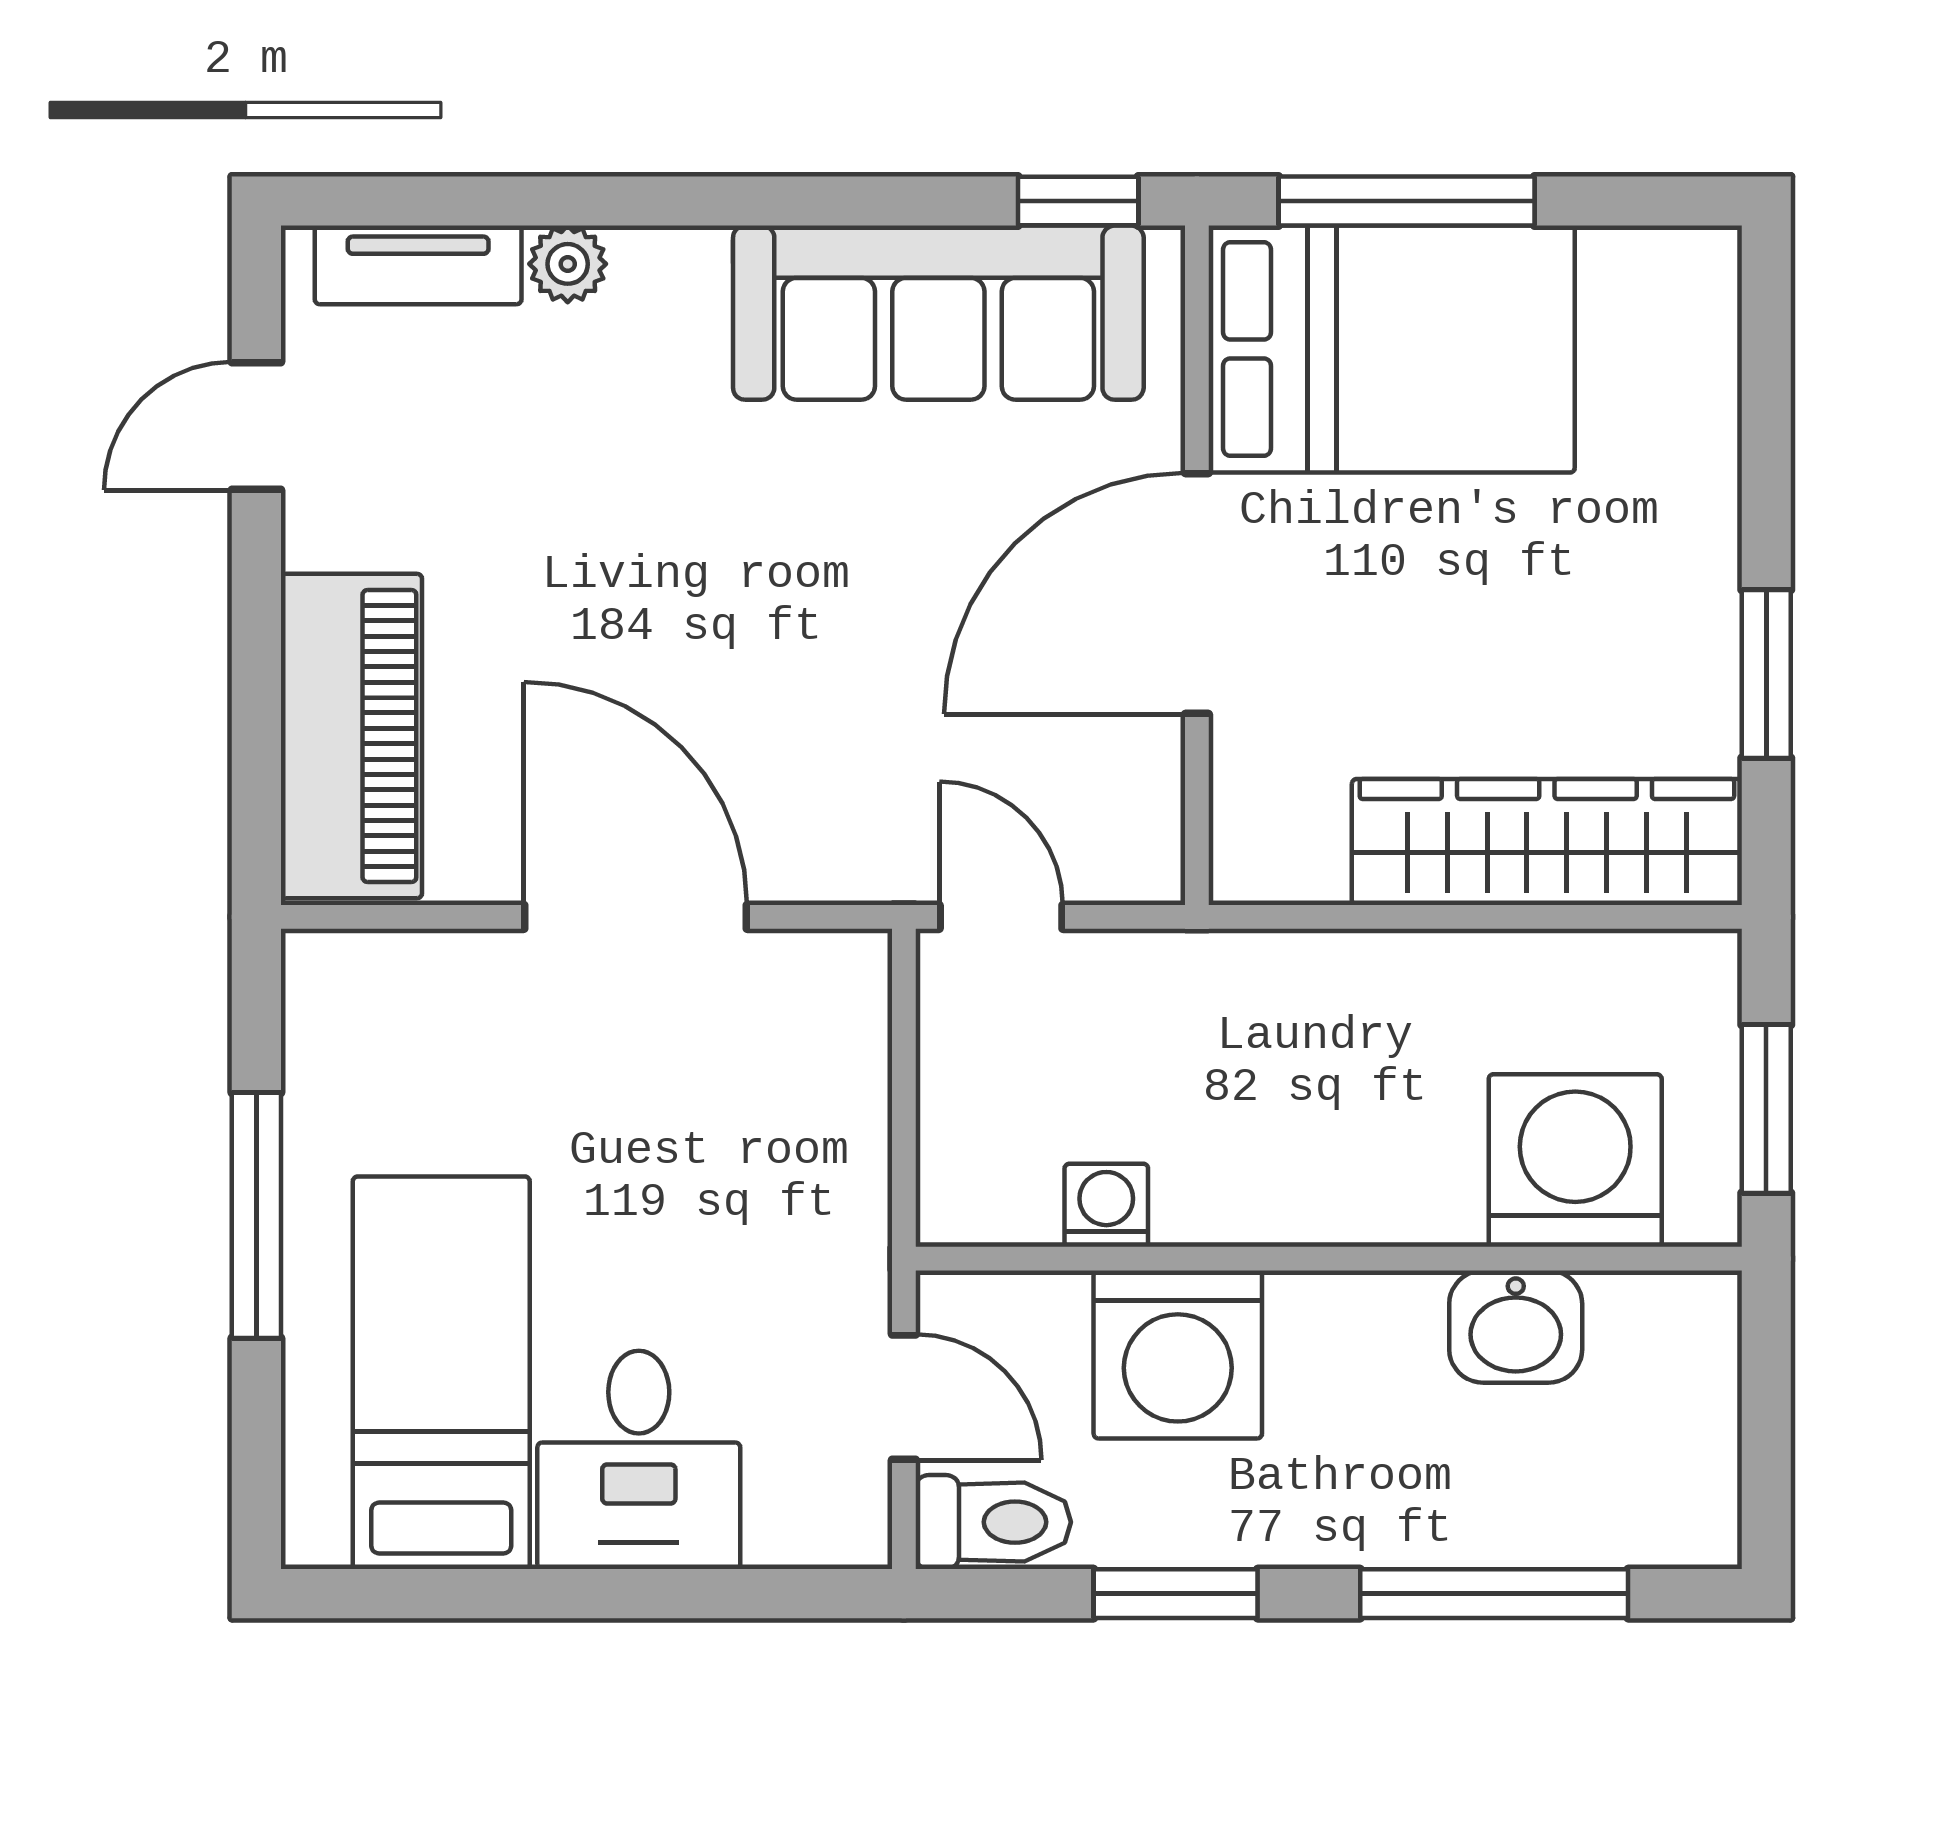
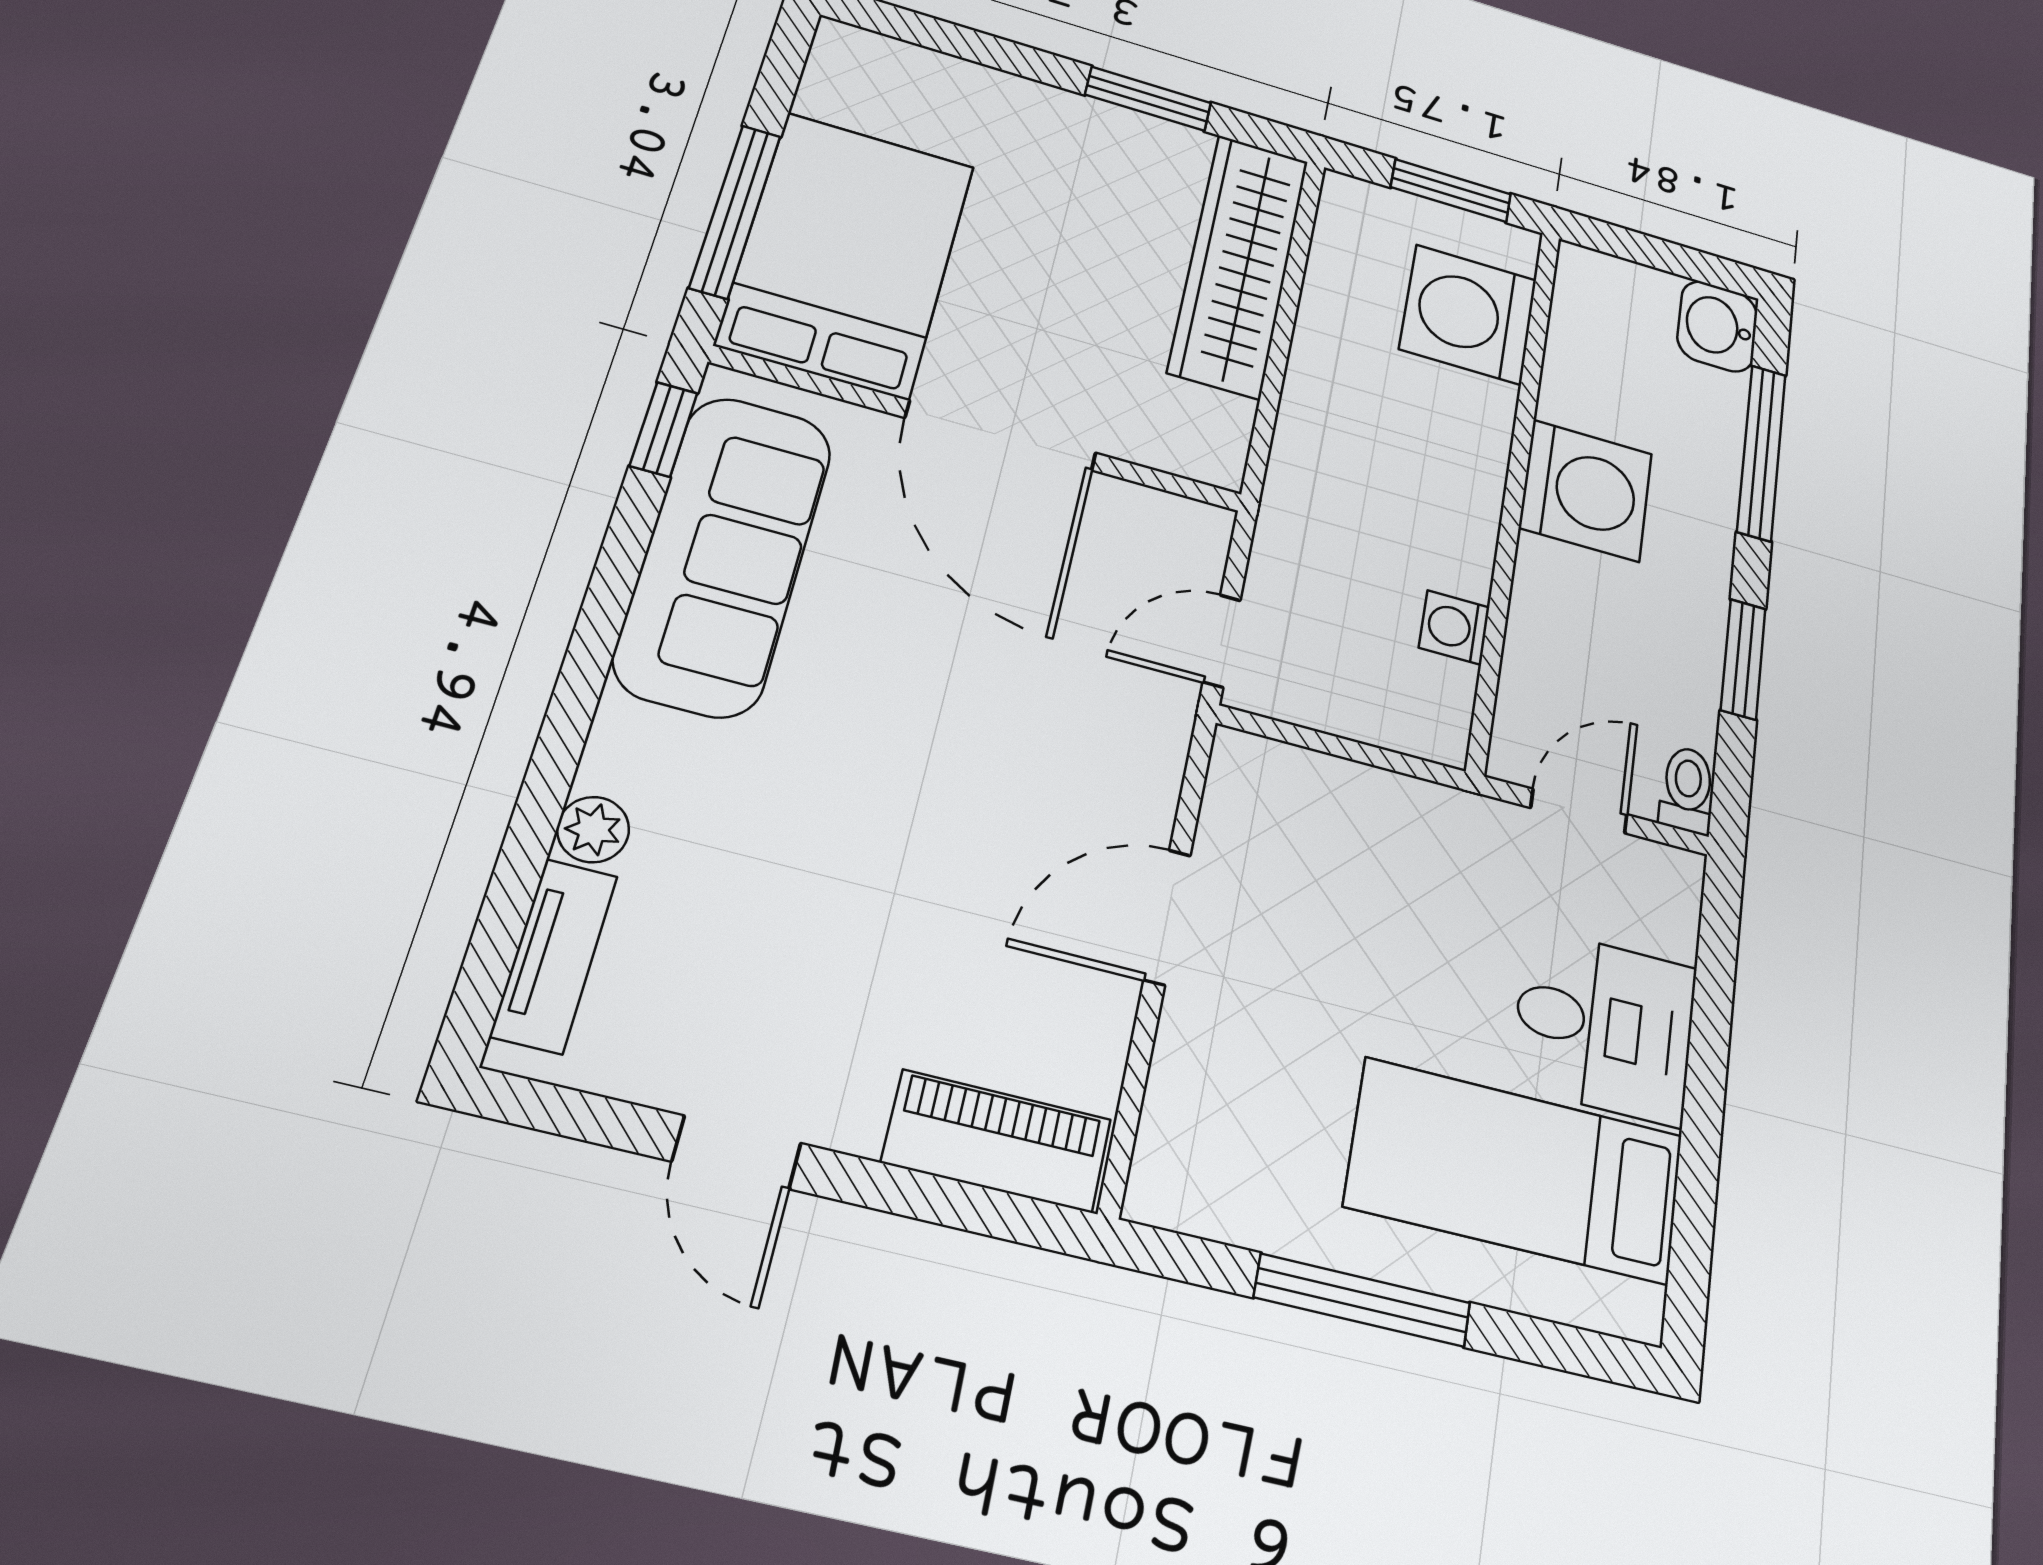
door: (256, 426) -> (737, 1152), moved
piano: (351, 736) -> (997, 1141), width x0.73, depth x0.75
door: (636, 917) -> (1167, 917), width x0.73
washbasin: (1516, 1327) -> (1717, 326), moved, turned 180
washing machine: (1178, 1354) -> (1586, 491), moved
toilet: (993, 1522) -> (1687, 790), width x0.73, depth x0.72

